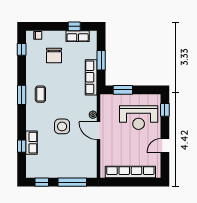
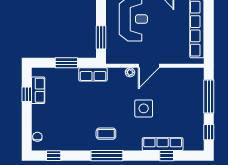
chair: (54, 55) -> (61, 118), removed
row of seats: (91, 77) -> (93, 74), width x0.68
window: (22, 95) -> (107, 156), width x1.44
row of seats: (31, 143) -> (163, 144), width x1.48

